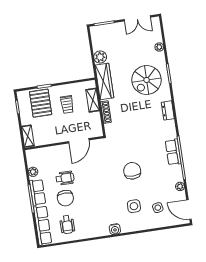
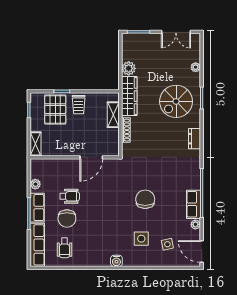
trolley: (67, 104) -> (79, 105), moved
row of seats: (173, 152) -> (193, 204), moved

